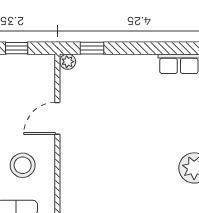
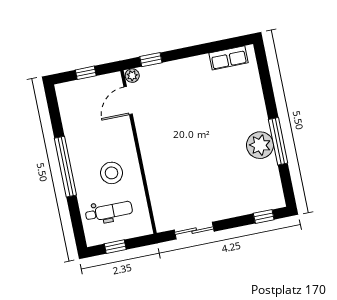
door: (57, 118) -> (128, 101), moved

